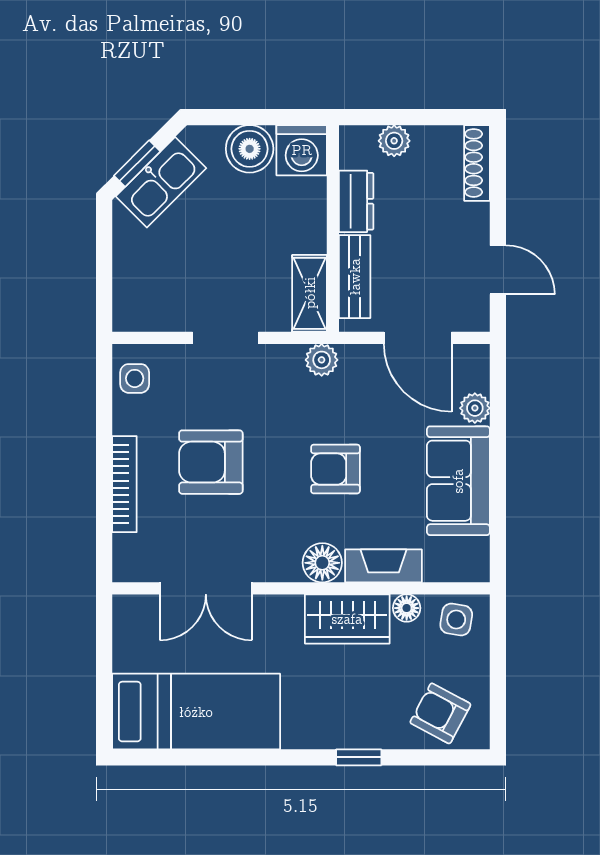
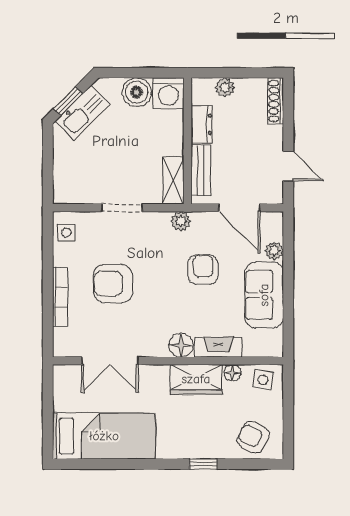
armchair: (335, 469) -> (203, 270), moved, turned 90

